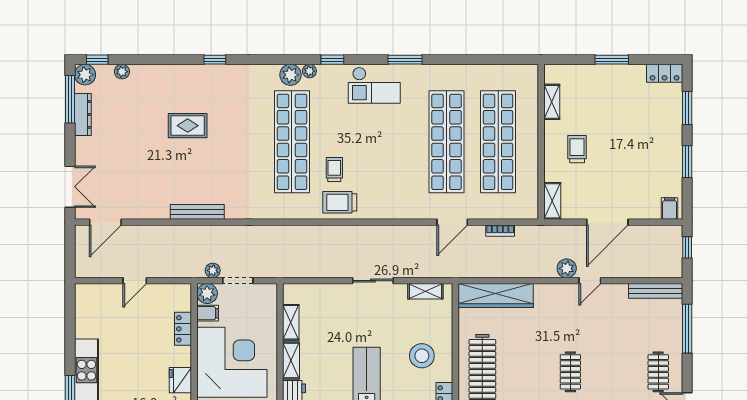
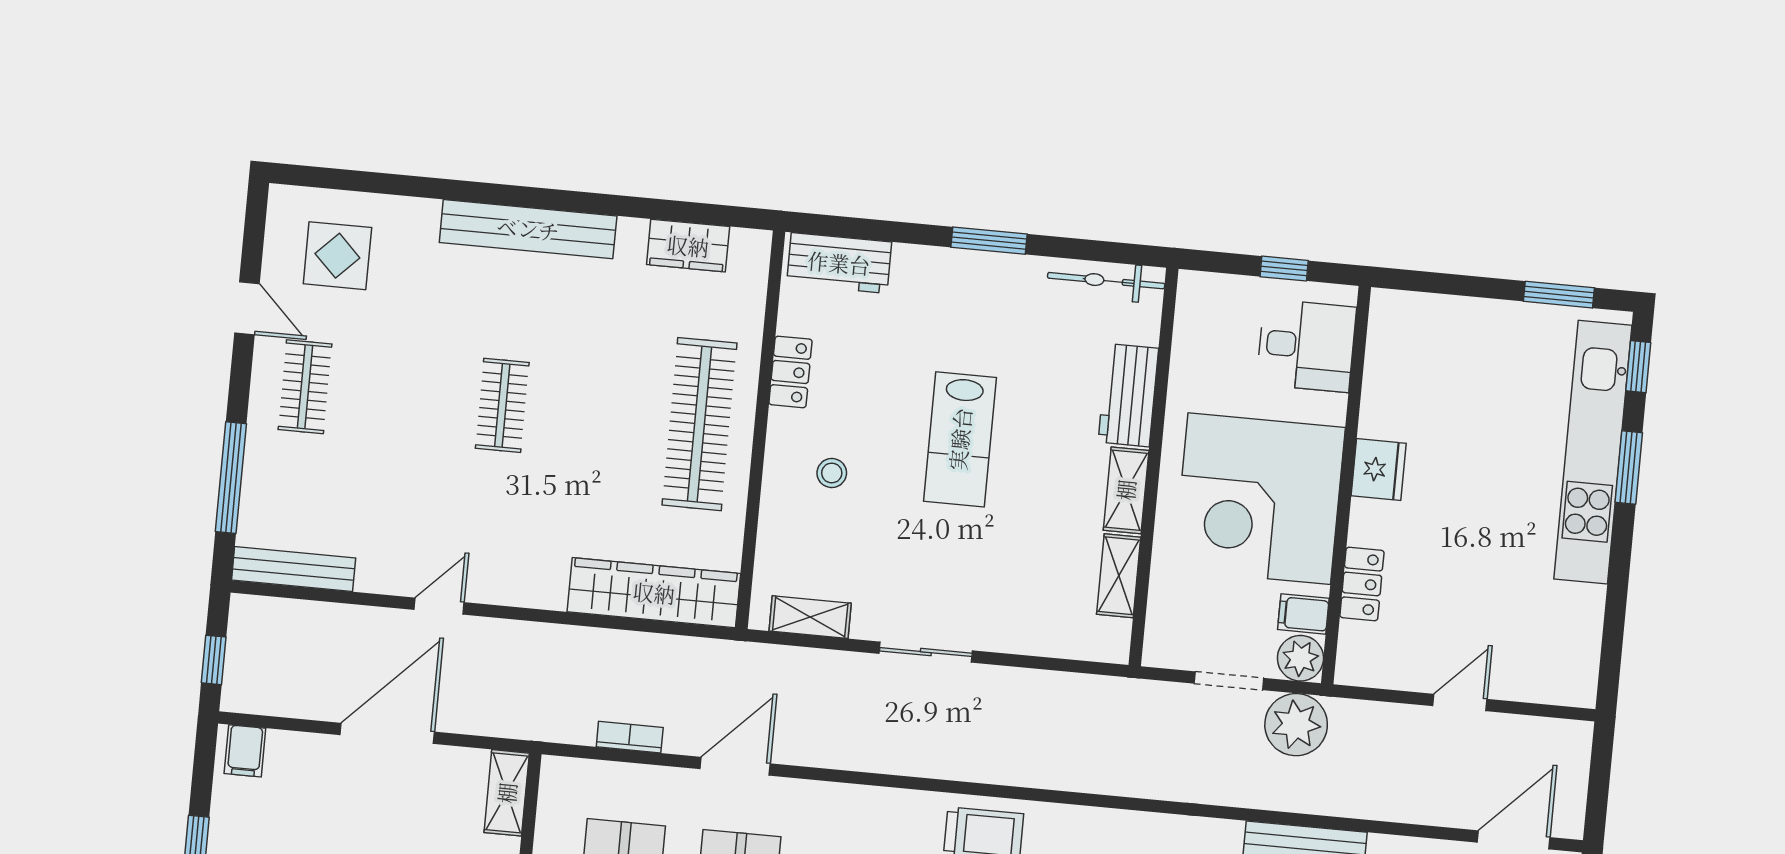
plant: (567, 268) -> (488, 638), removed
plant: (213, 270) -> (1296, 725), width x1.88, depth x1.88
stool: (422, 356) -> (832, 473), width x0.53, depth x0.53

